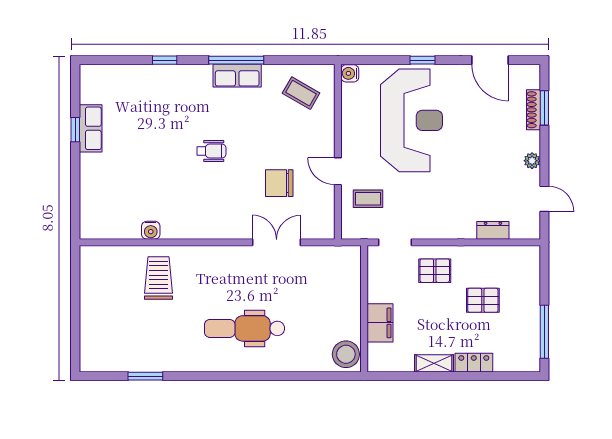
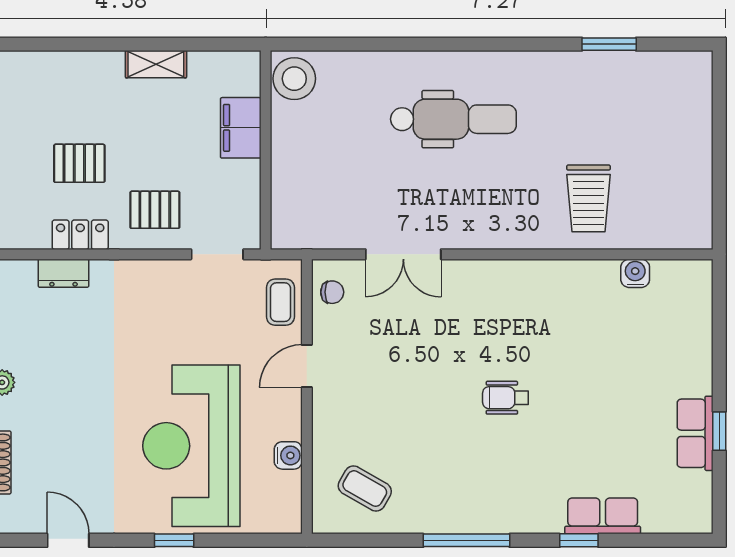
door: (490, 60) -> (68, 540), width x0.73
water cooler: (350, 73) -> (288, 455), moved
row of seats: (237, 76) -> (603, 516), moved
door: (338, 171) -> (307, 366), swing flipped
chair: (279, 183) -> (332, 292), moved, width x0.54, depth x0.54
coffee table: (368, 199) -> (280, 302), moved, turned 90
water cooler: (151, 230) -> (635, 273), moved
locker: (474, 363) -> (80, 235), moved, turned 180

